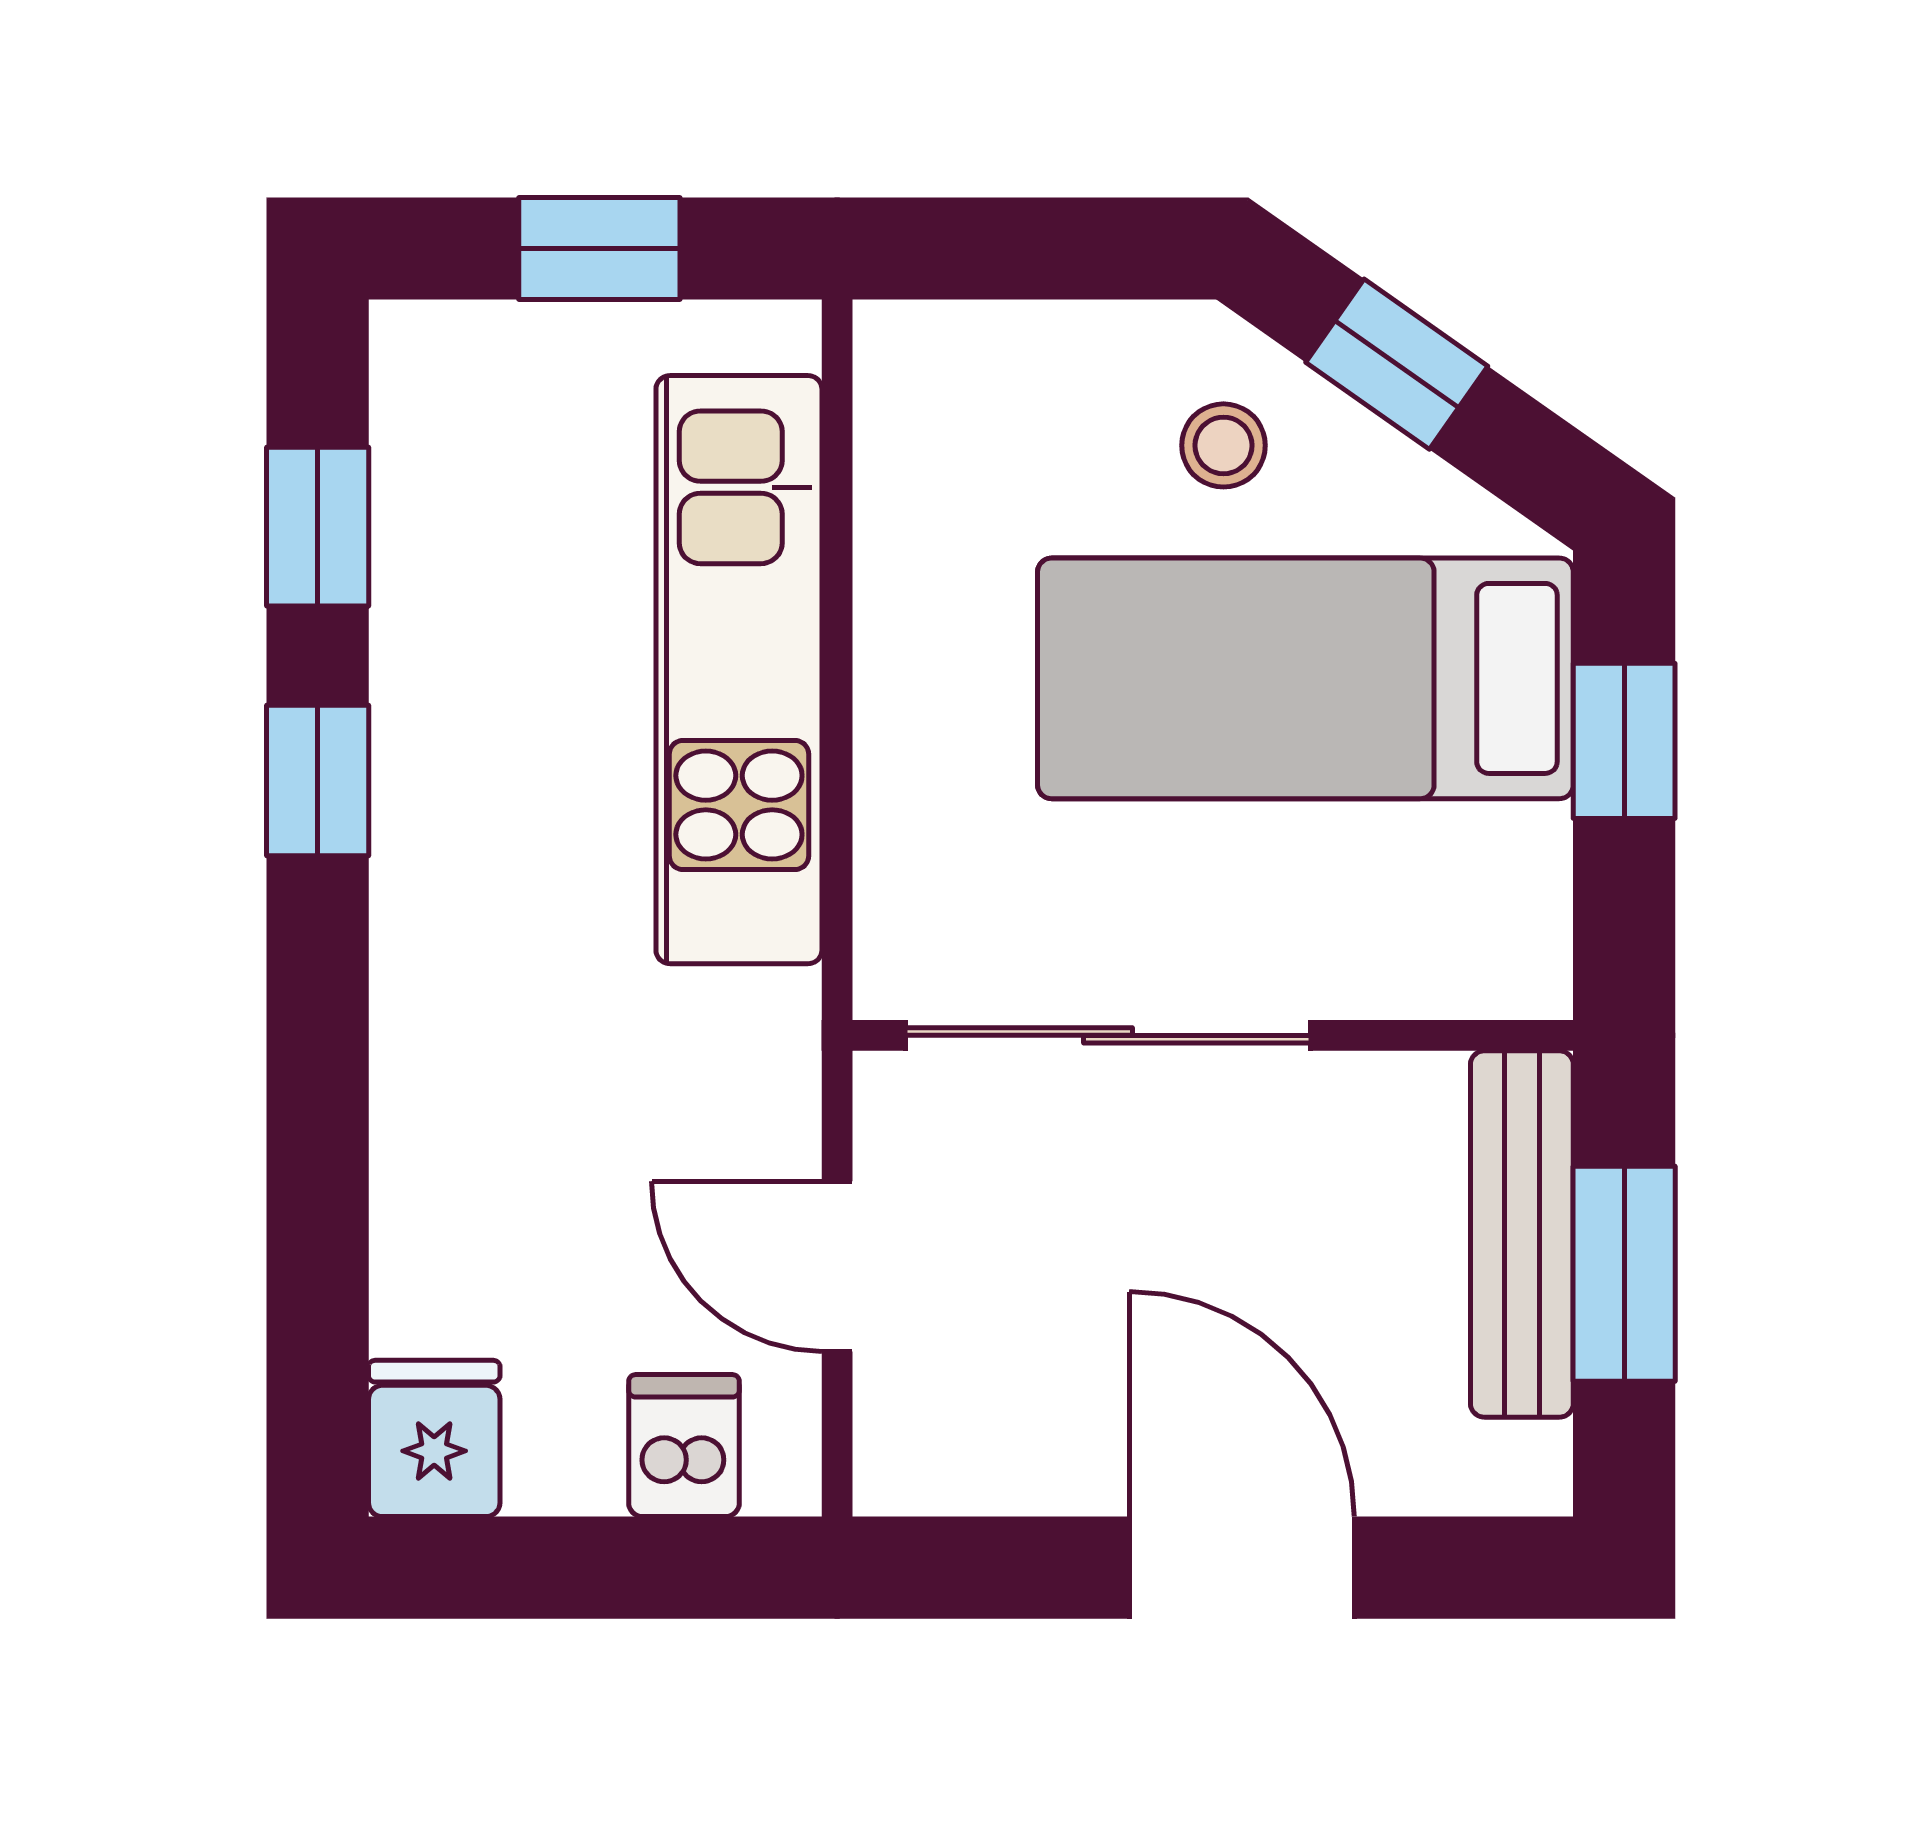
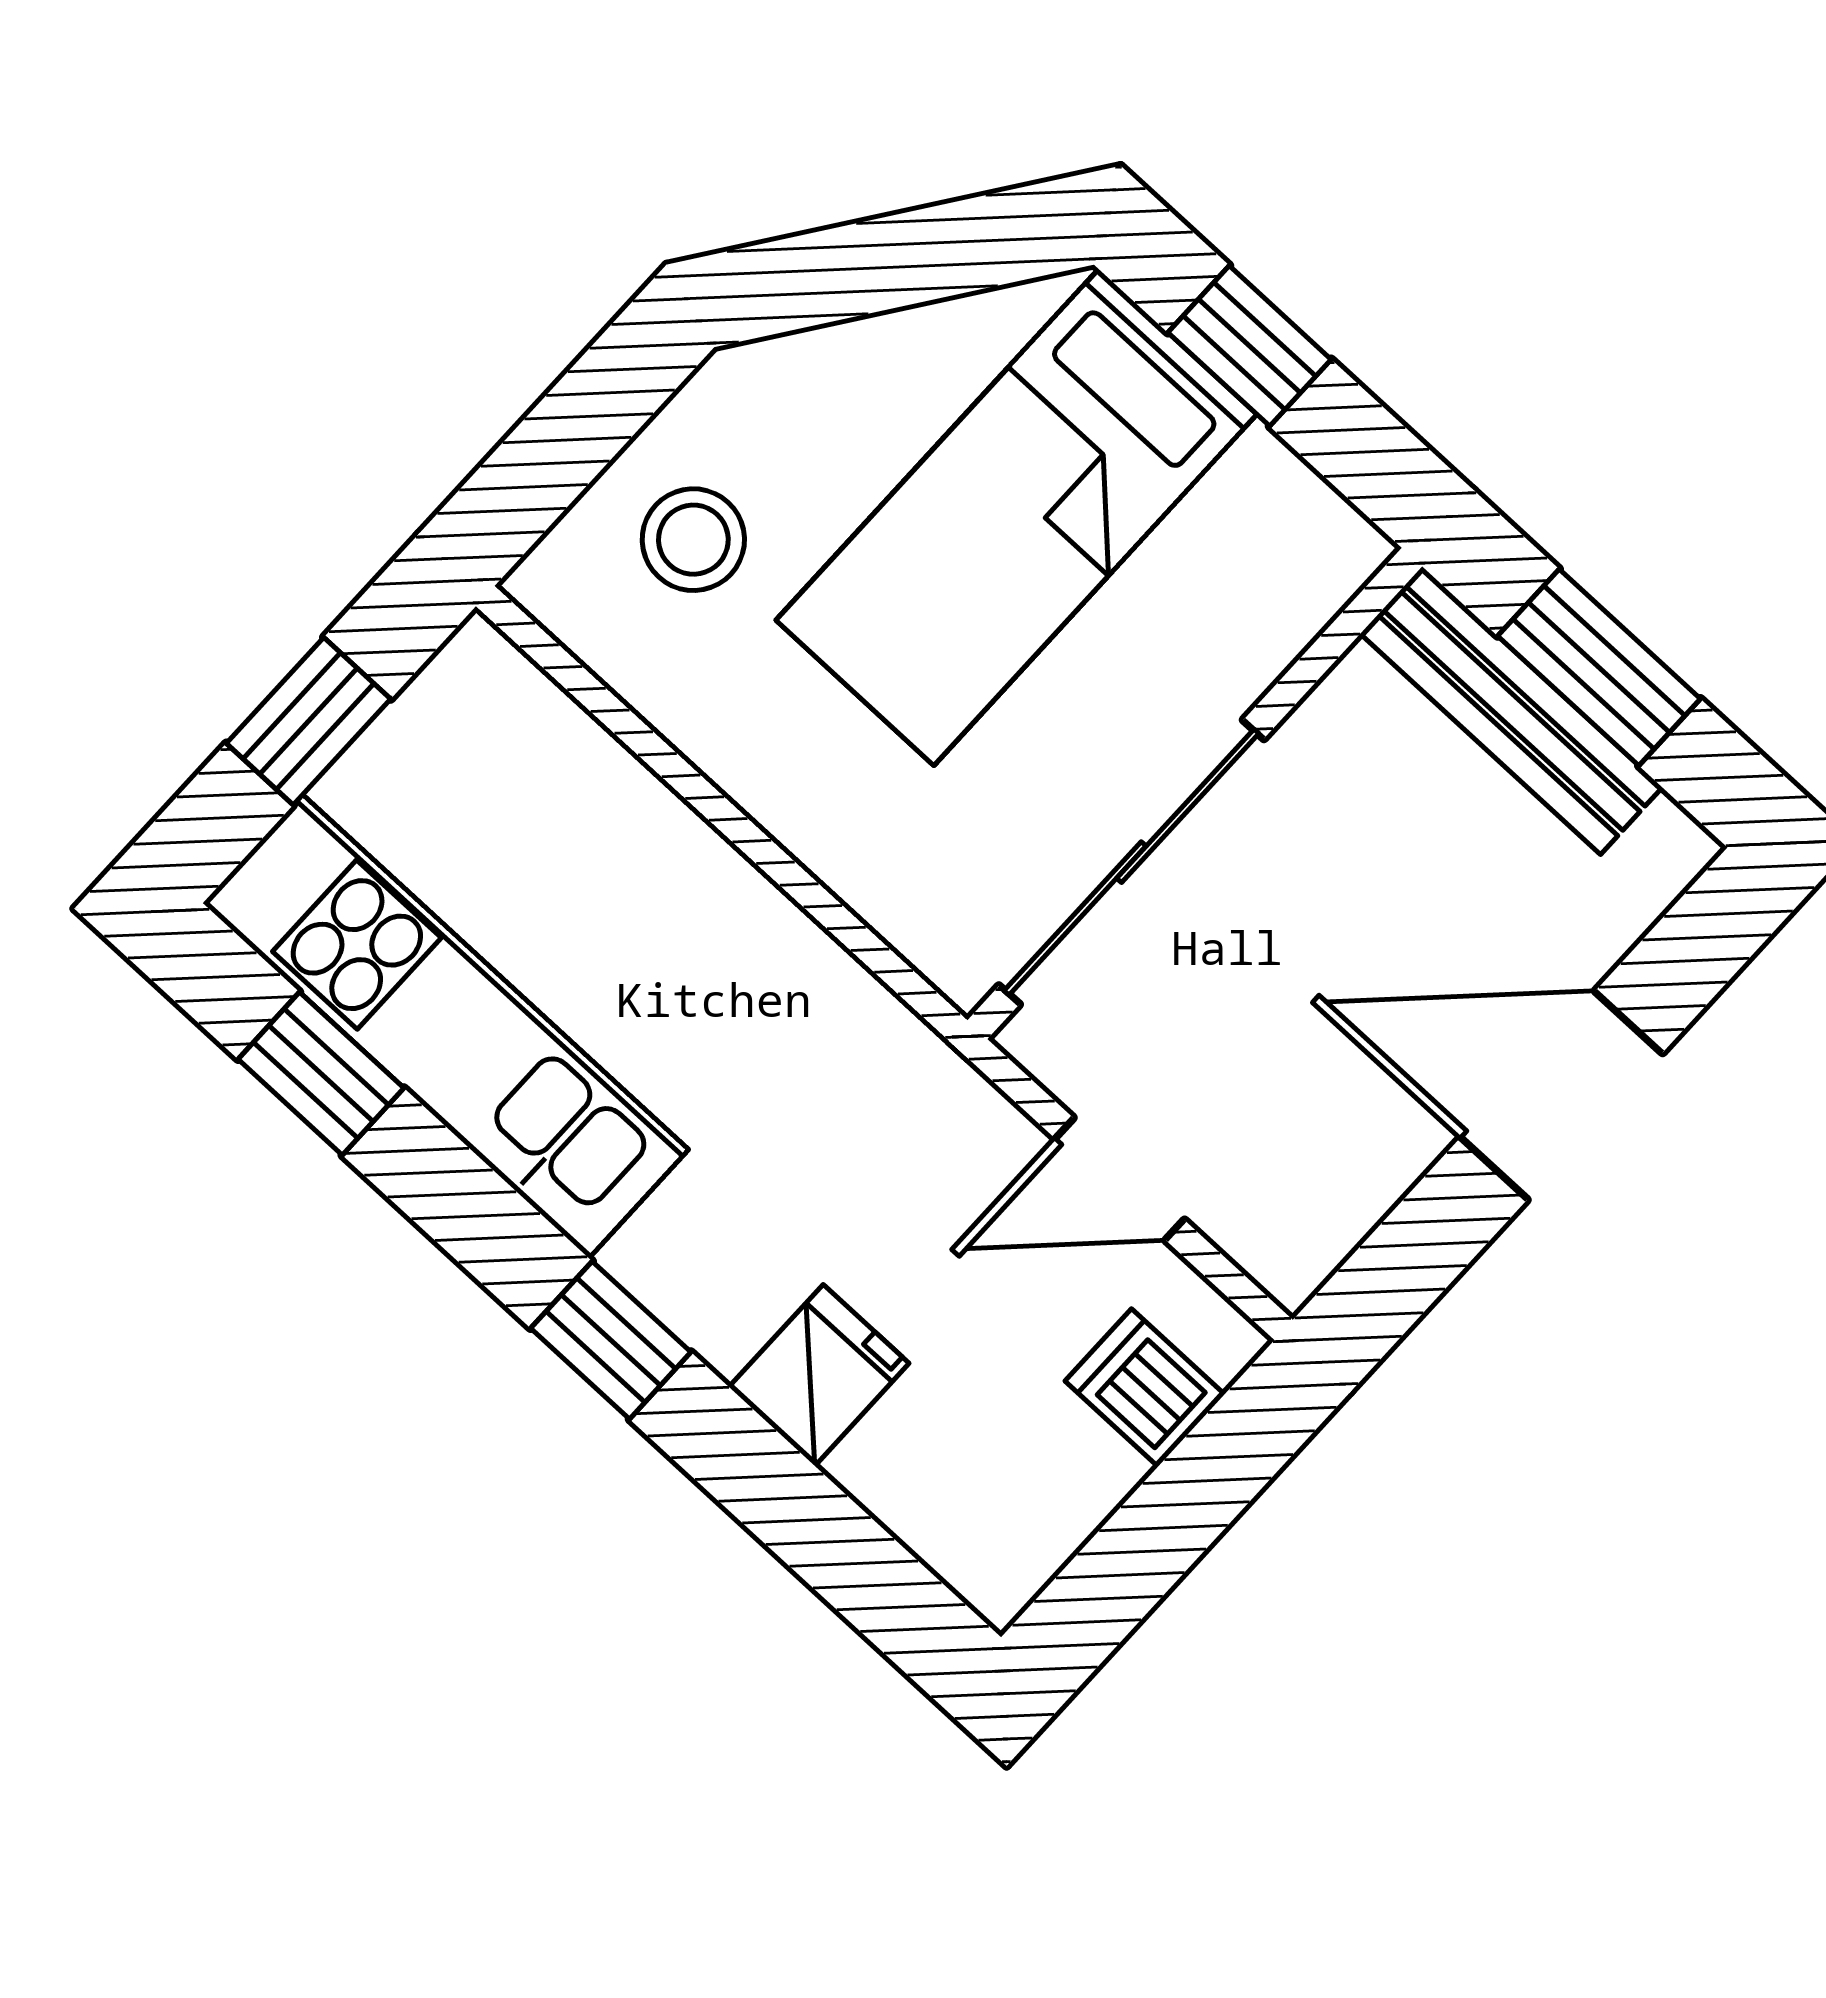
window: (1397, 364) -> (865, 268), removed
stool: (1223, 445) -> (693, 540), moved, width x1.37, depth x1.37
kitchen unit: (739, 670) -> (446, 1026), moved, turned 180
window: (318, 780) -> (611, 1340), moved
fridge: (434, 1438) -> (819, 1375), moved, turned 90

